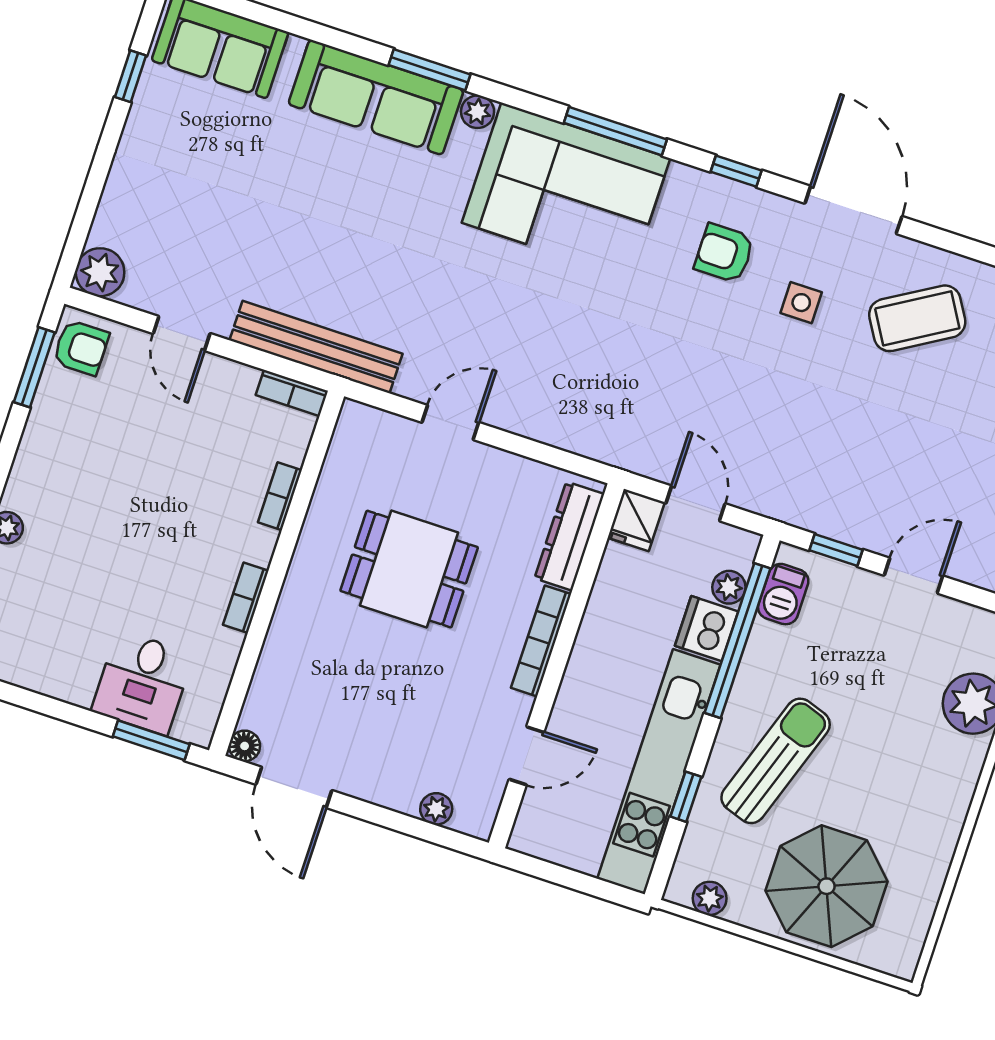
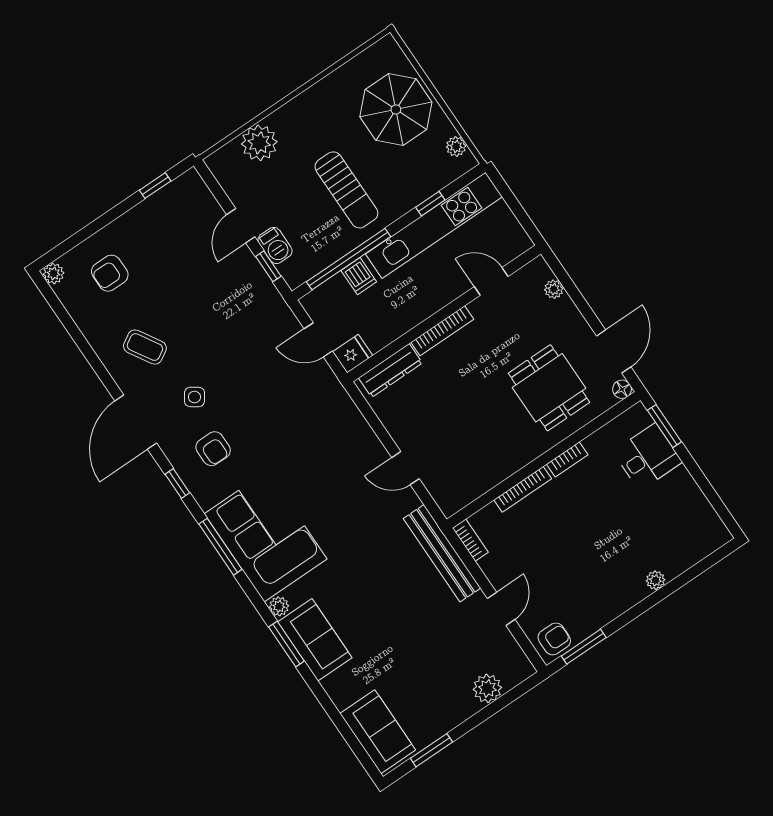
window: (131, 76) -> (431, 750), width x1.50
sofa: (376, 97) -> (315, 640), width x0.73
plant: (100, 272) -> (487, 688), moved
side table: (801, 303) -> (194, 397), turned 35
coffee table: (917, 318) -> (145, 347), width x0.73, depth x0.77
armchair: (81, 348) -> (554, 639), turned 90
bookcase: (280, 496) -> (523, 489), width x1.56
door: (696, 503) -> (318, 340), hinge flipped
dining table: (409, 569) -> (549, 388), moved
door: (914, 576) -> (241, 226), hinge flipped
plant: (729, 587) -> (333, 288), removed
barbecue: (783, 594) -> (275, 245), moved, turned 90
dishwasher: (707, 629) -> (359, 276), width x0.73
sun lounger: (776, 761) -> (346, 190), moved, turned -109

